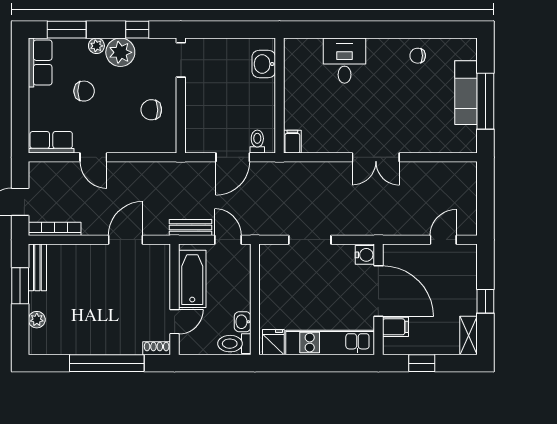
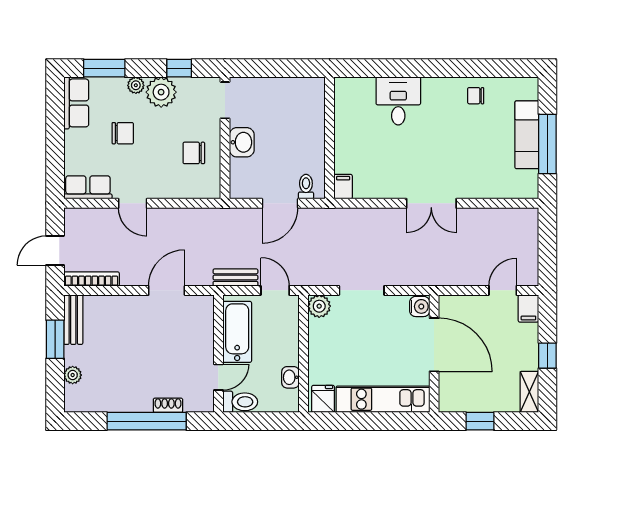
washbasin: (264, 64) -> (242, 142), moved, turned 180
plant: (270, 255) -> (319, 306), added
filing cabinet: (395, 327) -> (528, 308), moved, turned 90
toilet: (234, 344) -> (240, 402), moved, turned 180
shoe rack: (157, 348) -> (168, 405), moved

